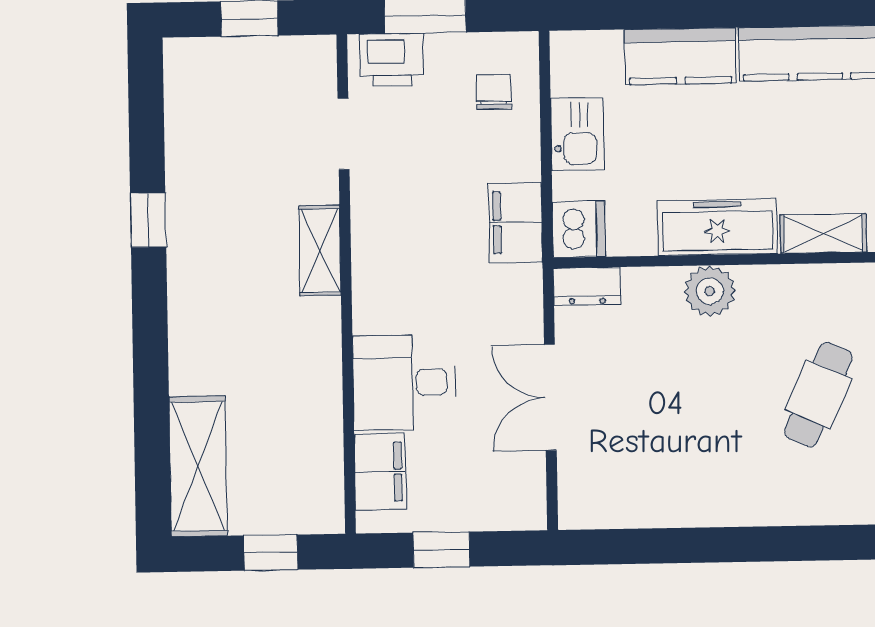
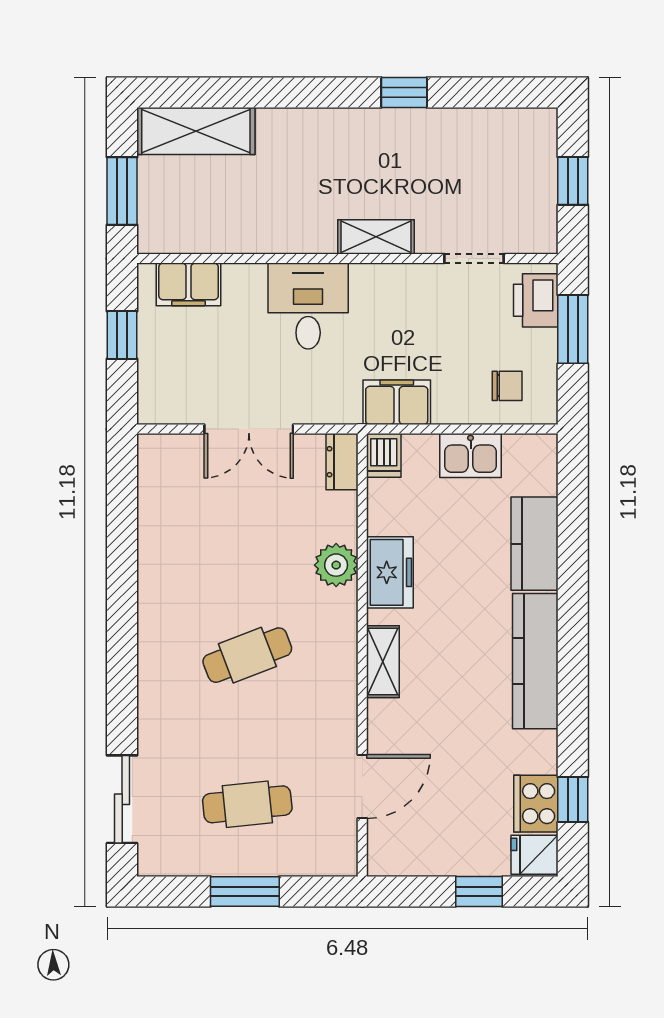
freezer: (717, 227) -> (390, 572), width x0.71
dishwasher: (579, 229) -> (384, 455), width x0.73
desk: (404, 382) -> (308, 306), moved
cafe table: (818, 394) -> (247, 655), turned -45
double door: (550, 397) -> (249, 429), swing flipped
window: (271, 553) -> (122, 191), width x1.50

